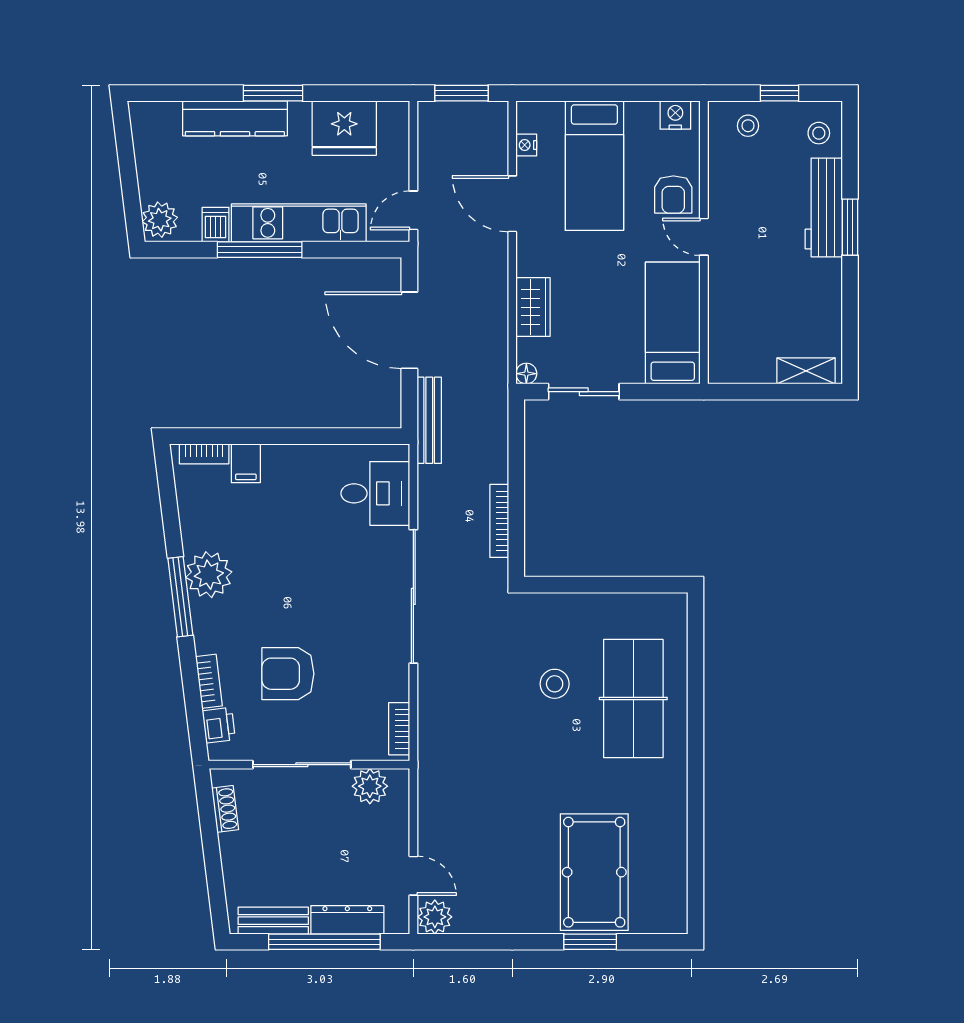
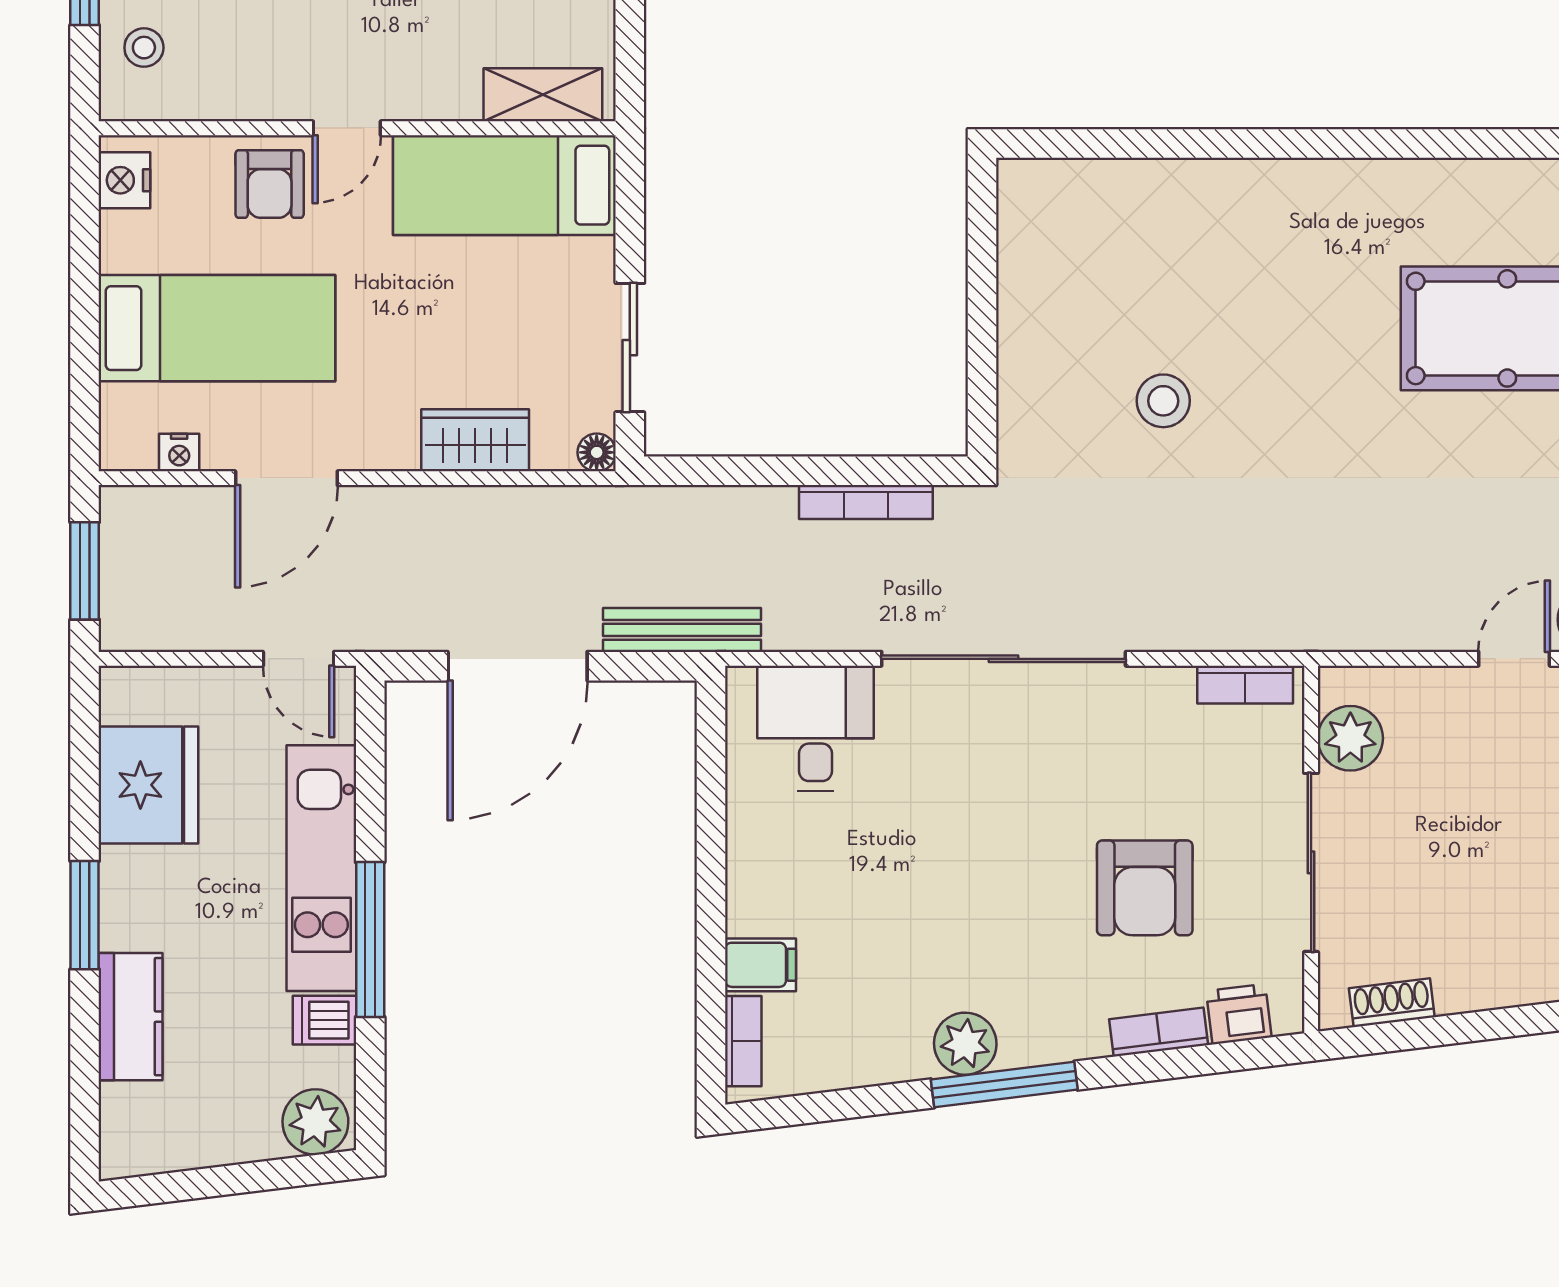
kitchen counter: (235, 118) -> (131, 1017), width x0.67
armchair: (673, 194) -> (270, 184), turned 90
shelving: (722, 344) -> (543, 95), added
plant: (209, 575) -> (965, 1044), width x0.73, depth x0.73
table tennis table: (633, 699) -> (1190, 257), removed

